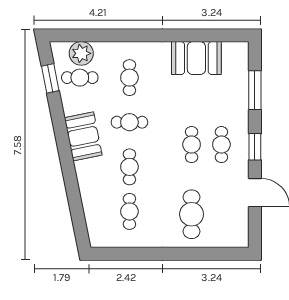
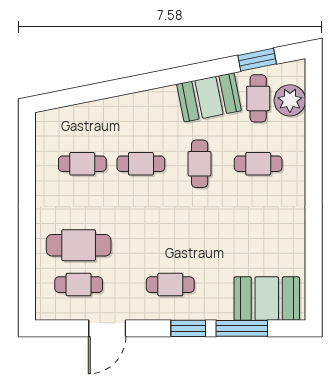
booth: (196, 58) -> (267, 299), moved, turned 90
booth: (83, 136) -> (209, 97), moved
cafe table: (192, 145) -> (79, 285), moved
window: (255, 147) -> (188, 328), moved

